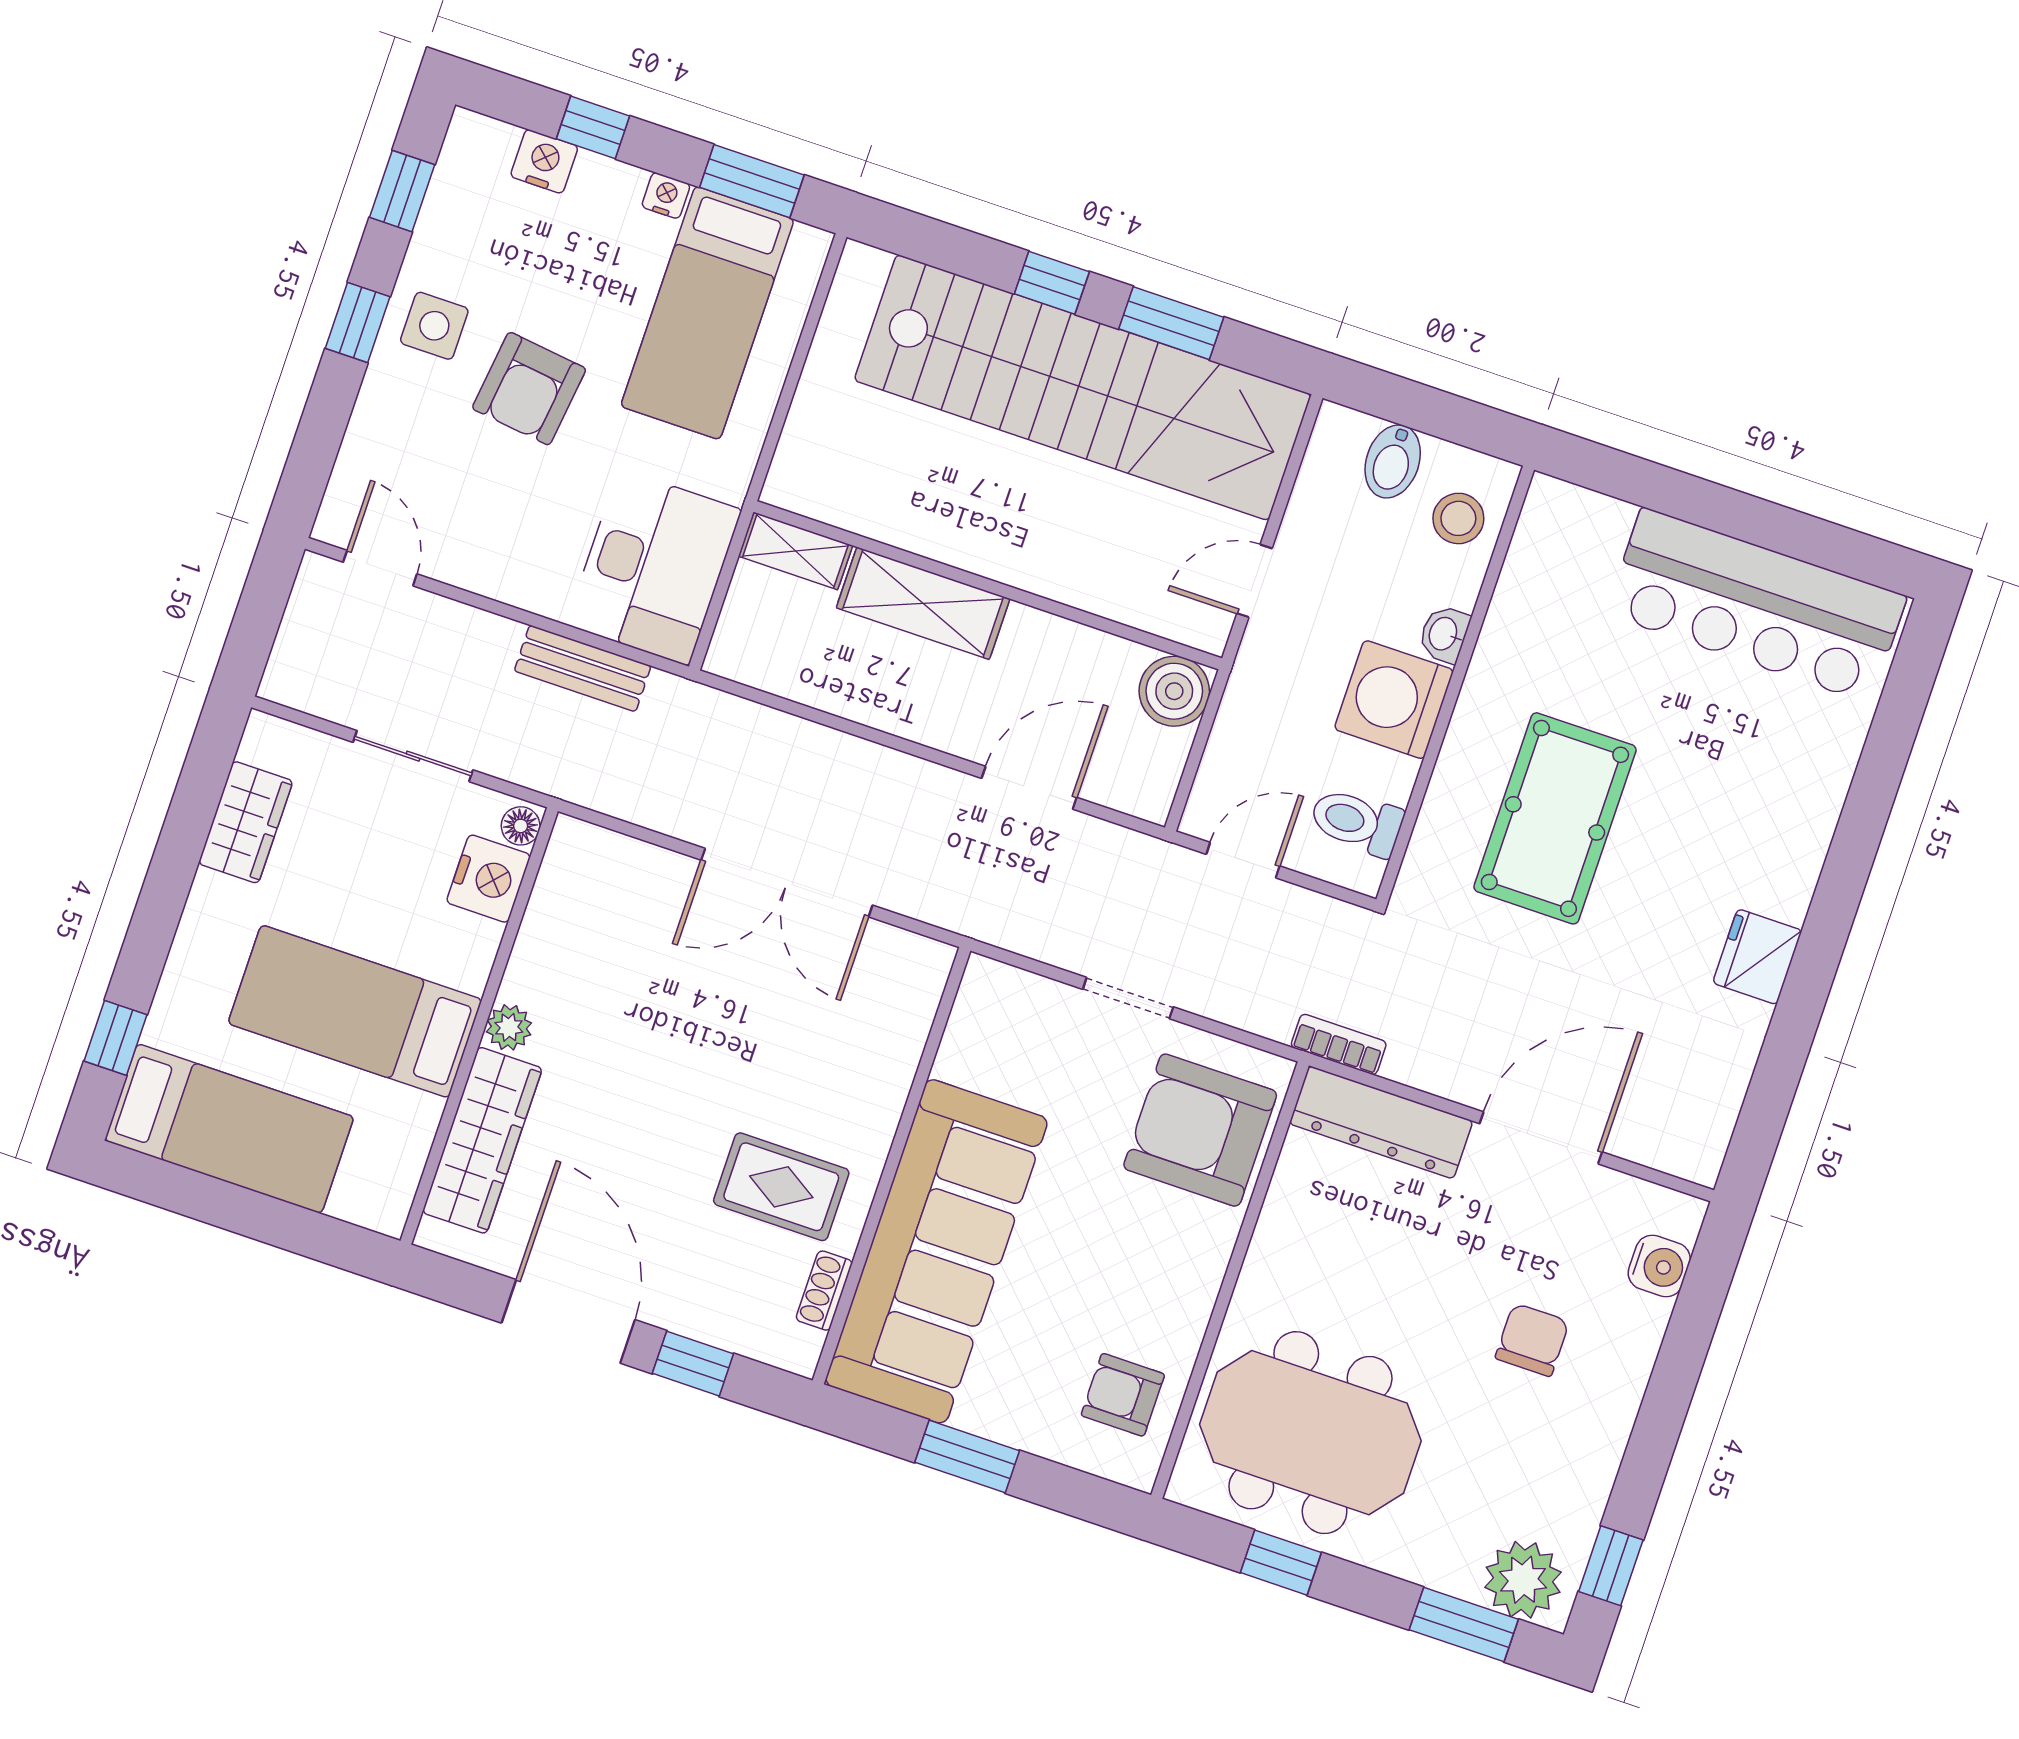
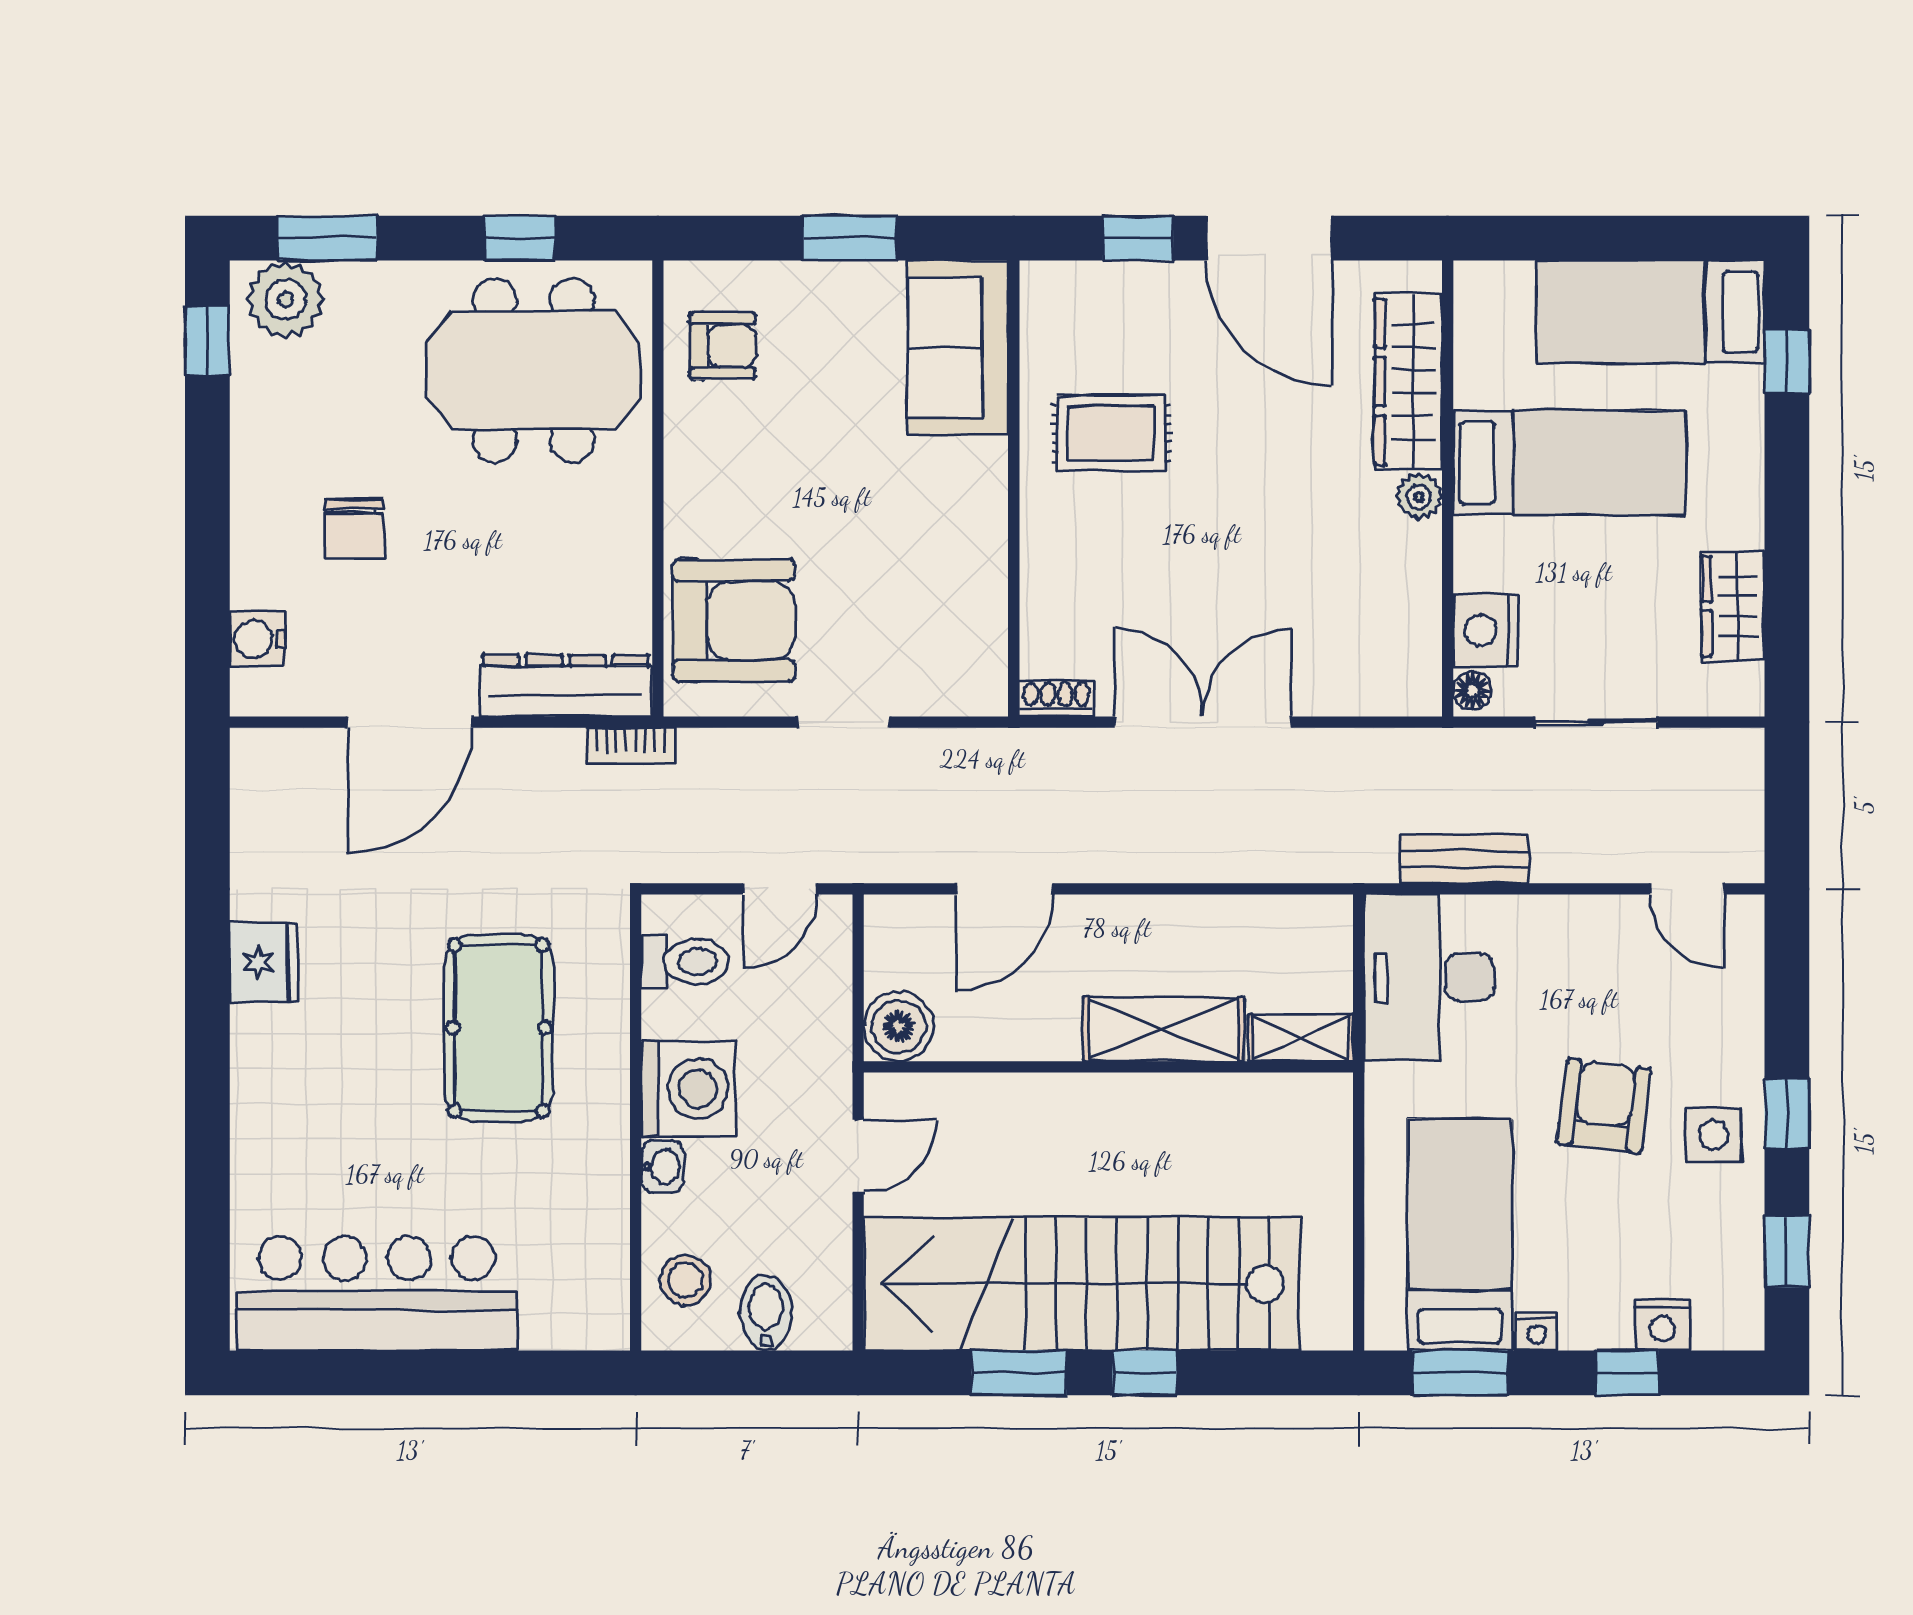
sofa: (936, 1251) -> (958, 348), width x0.54, depth x0.79
shoe rack: (824, 1291) -> (1057, 698), moved, turned -90

